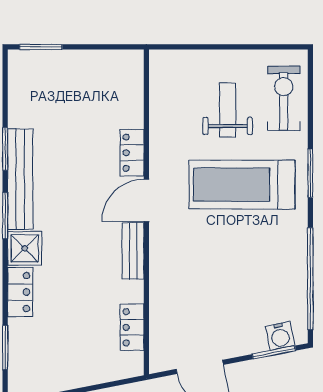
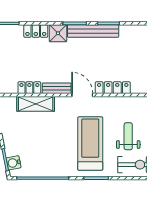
weight bench: (228, 110) -> (128, 136), turned -90
locker: (132, 153) -> (113, 88), width x1.53
shelving: (164, 292) -> (36, 104), added
locker: (132, 327) -> (29, 88), moved

